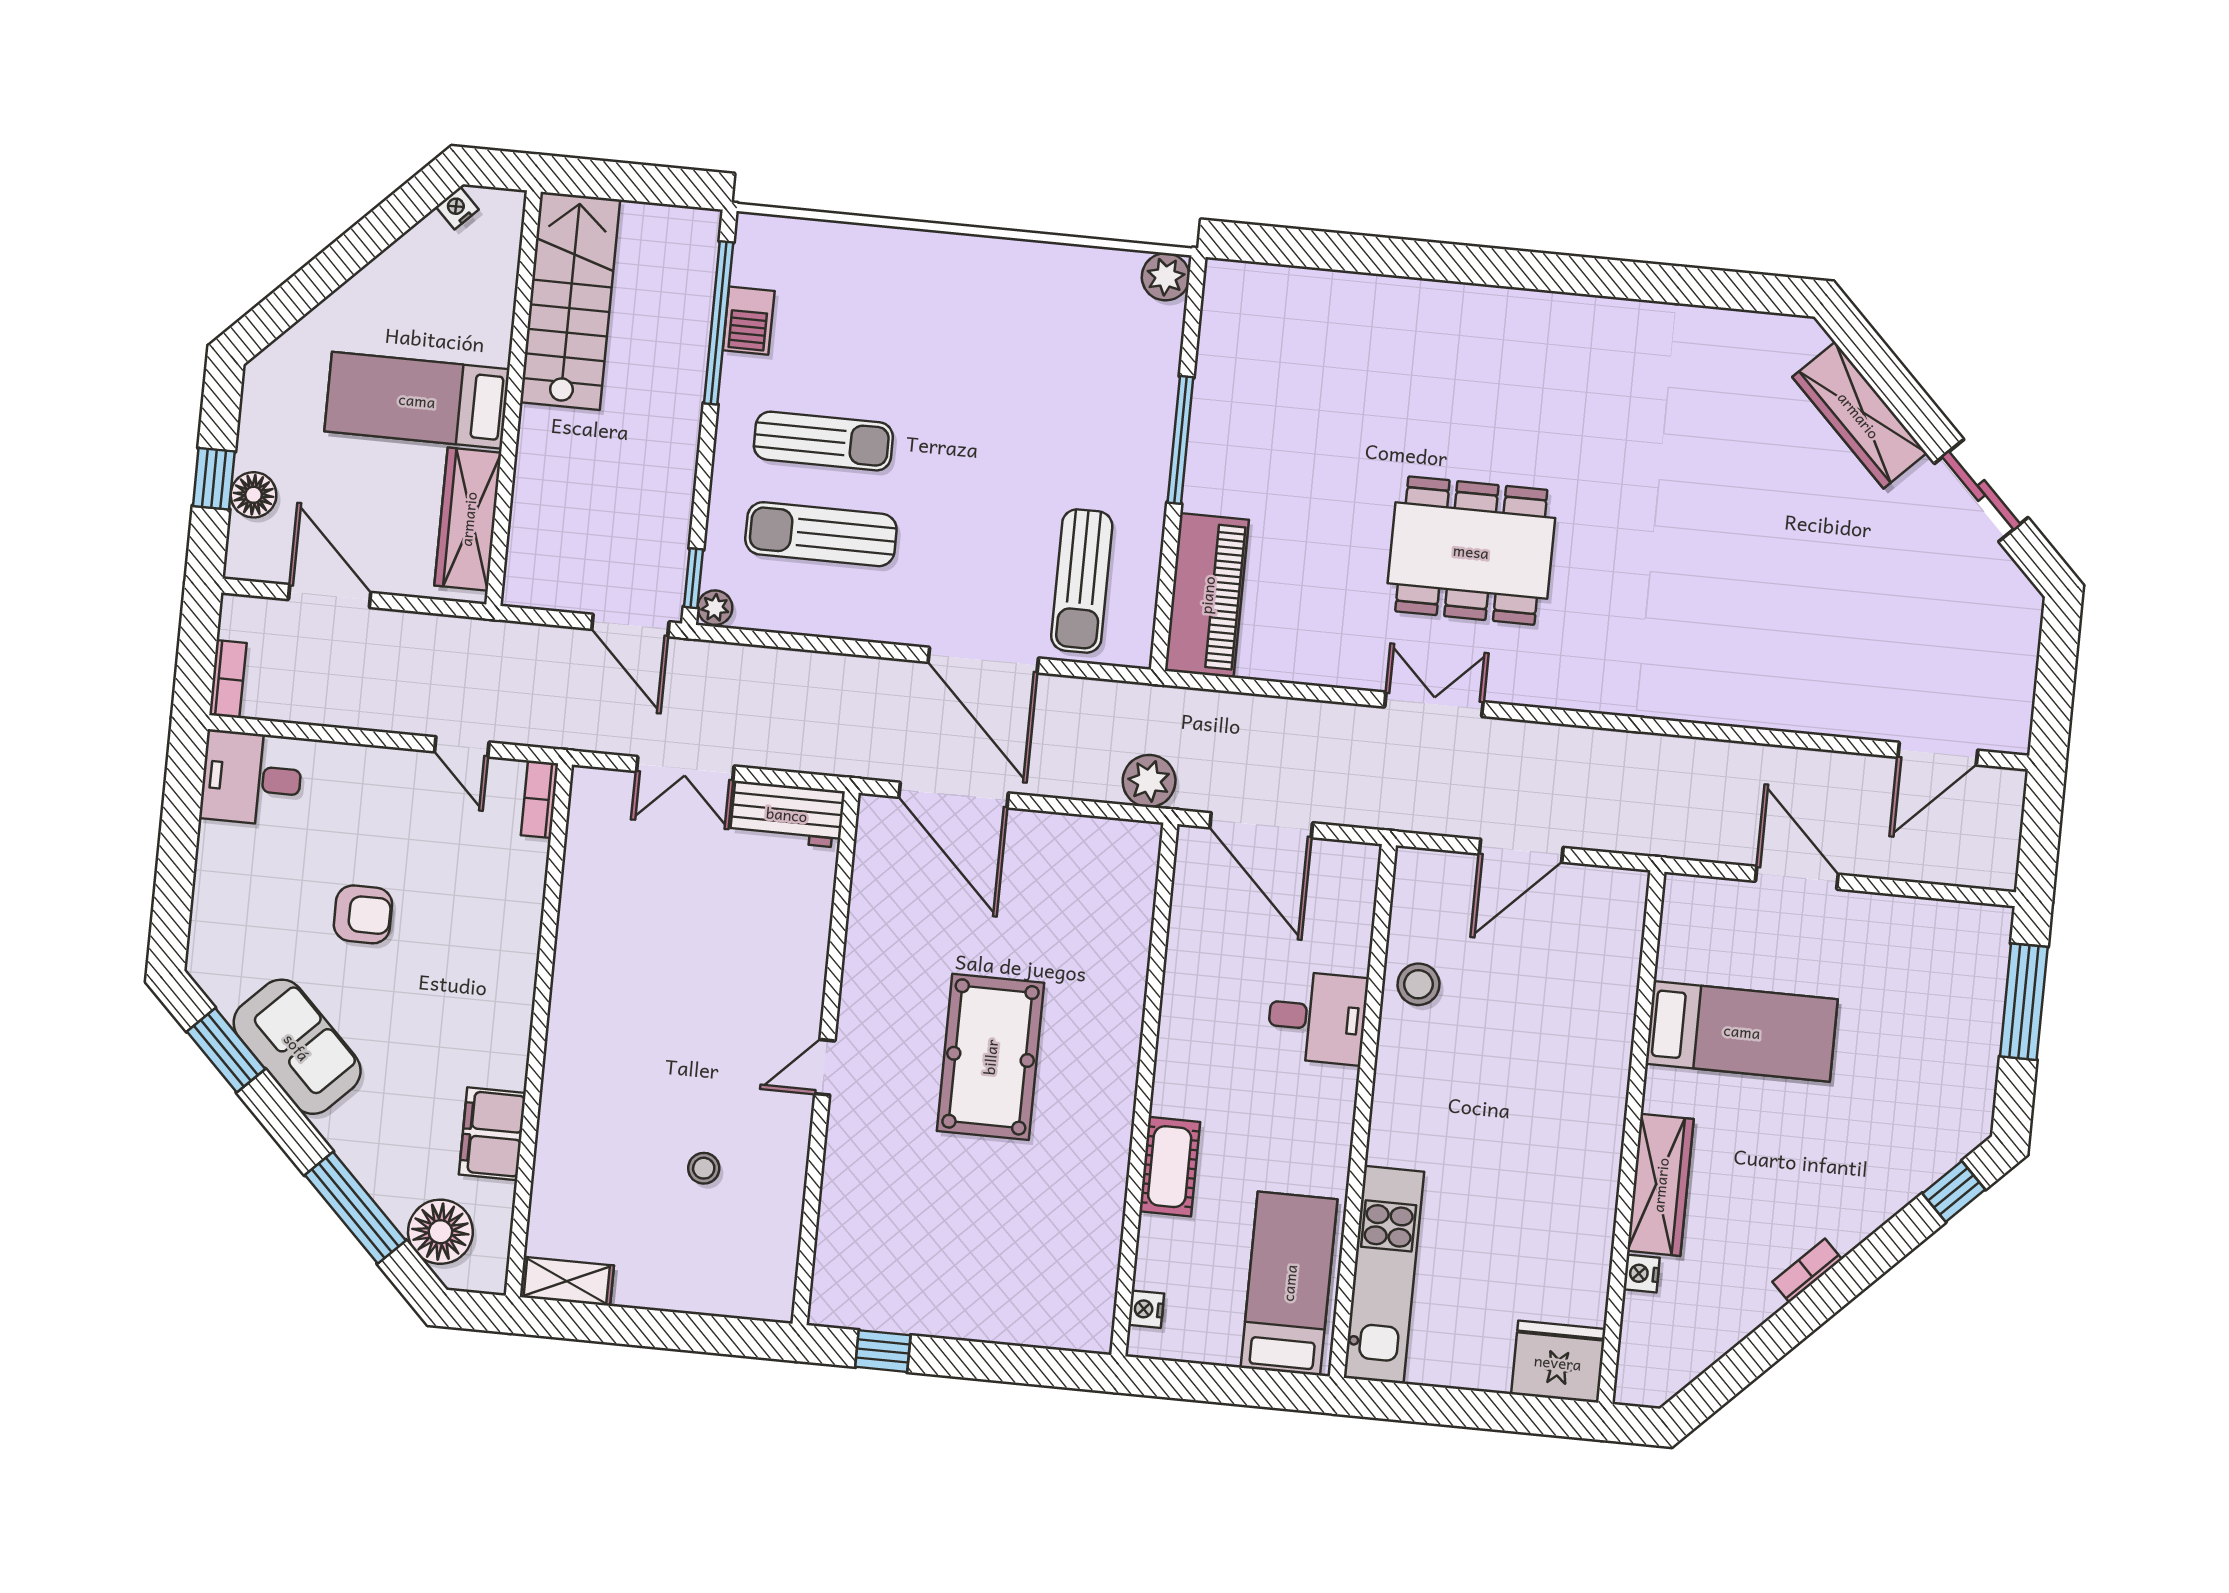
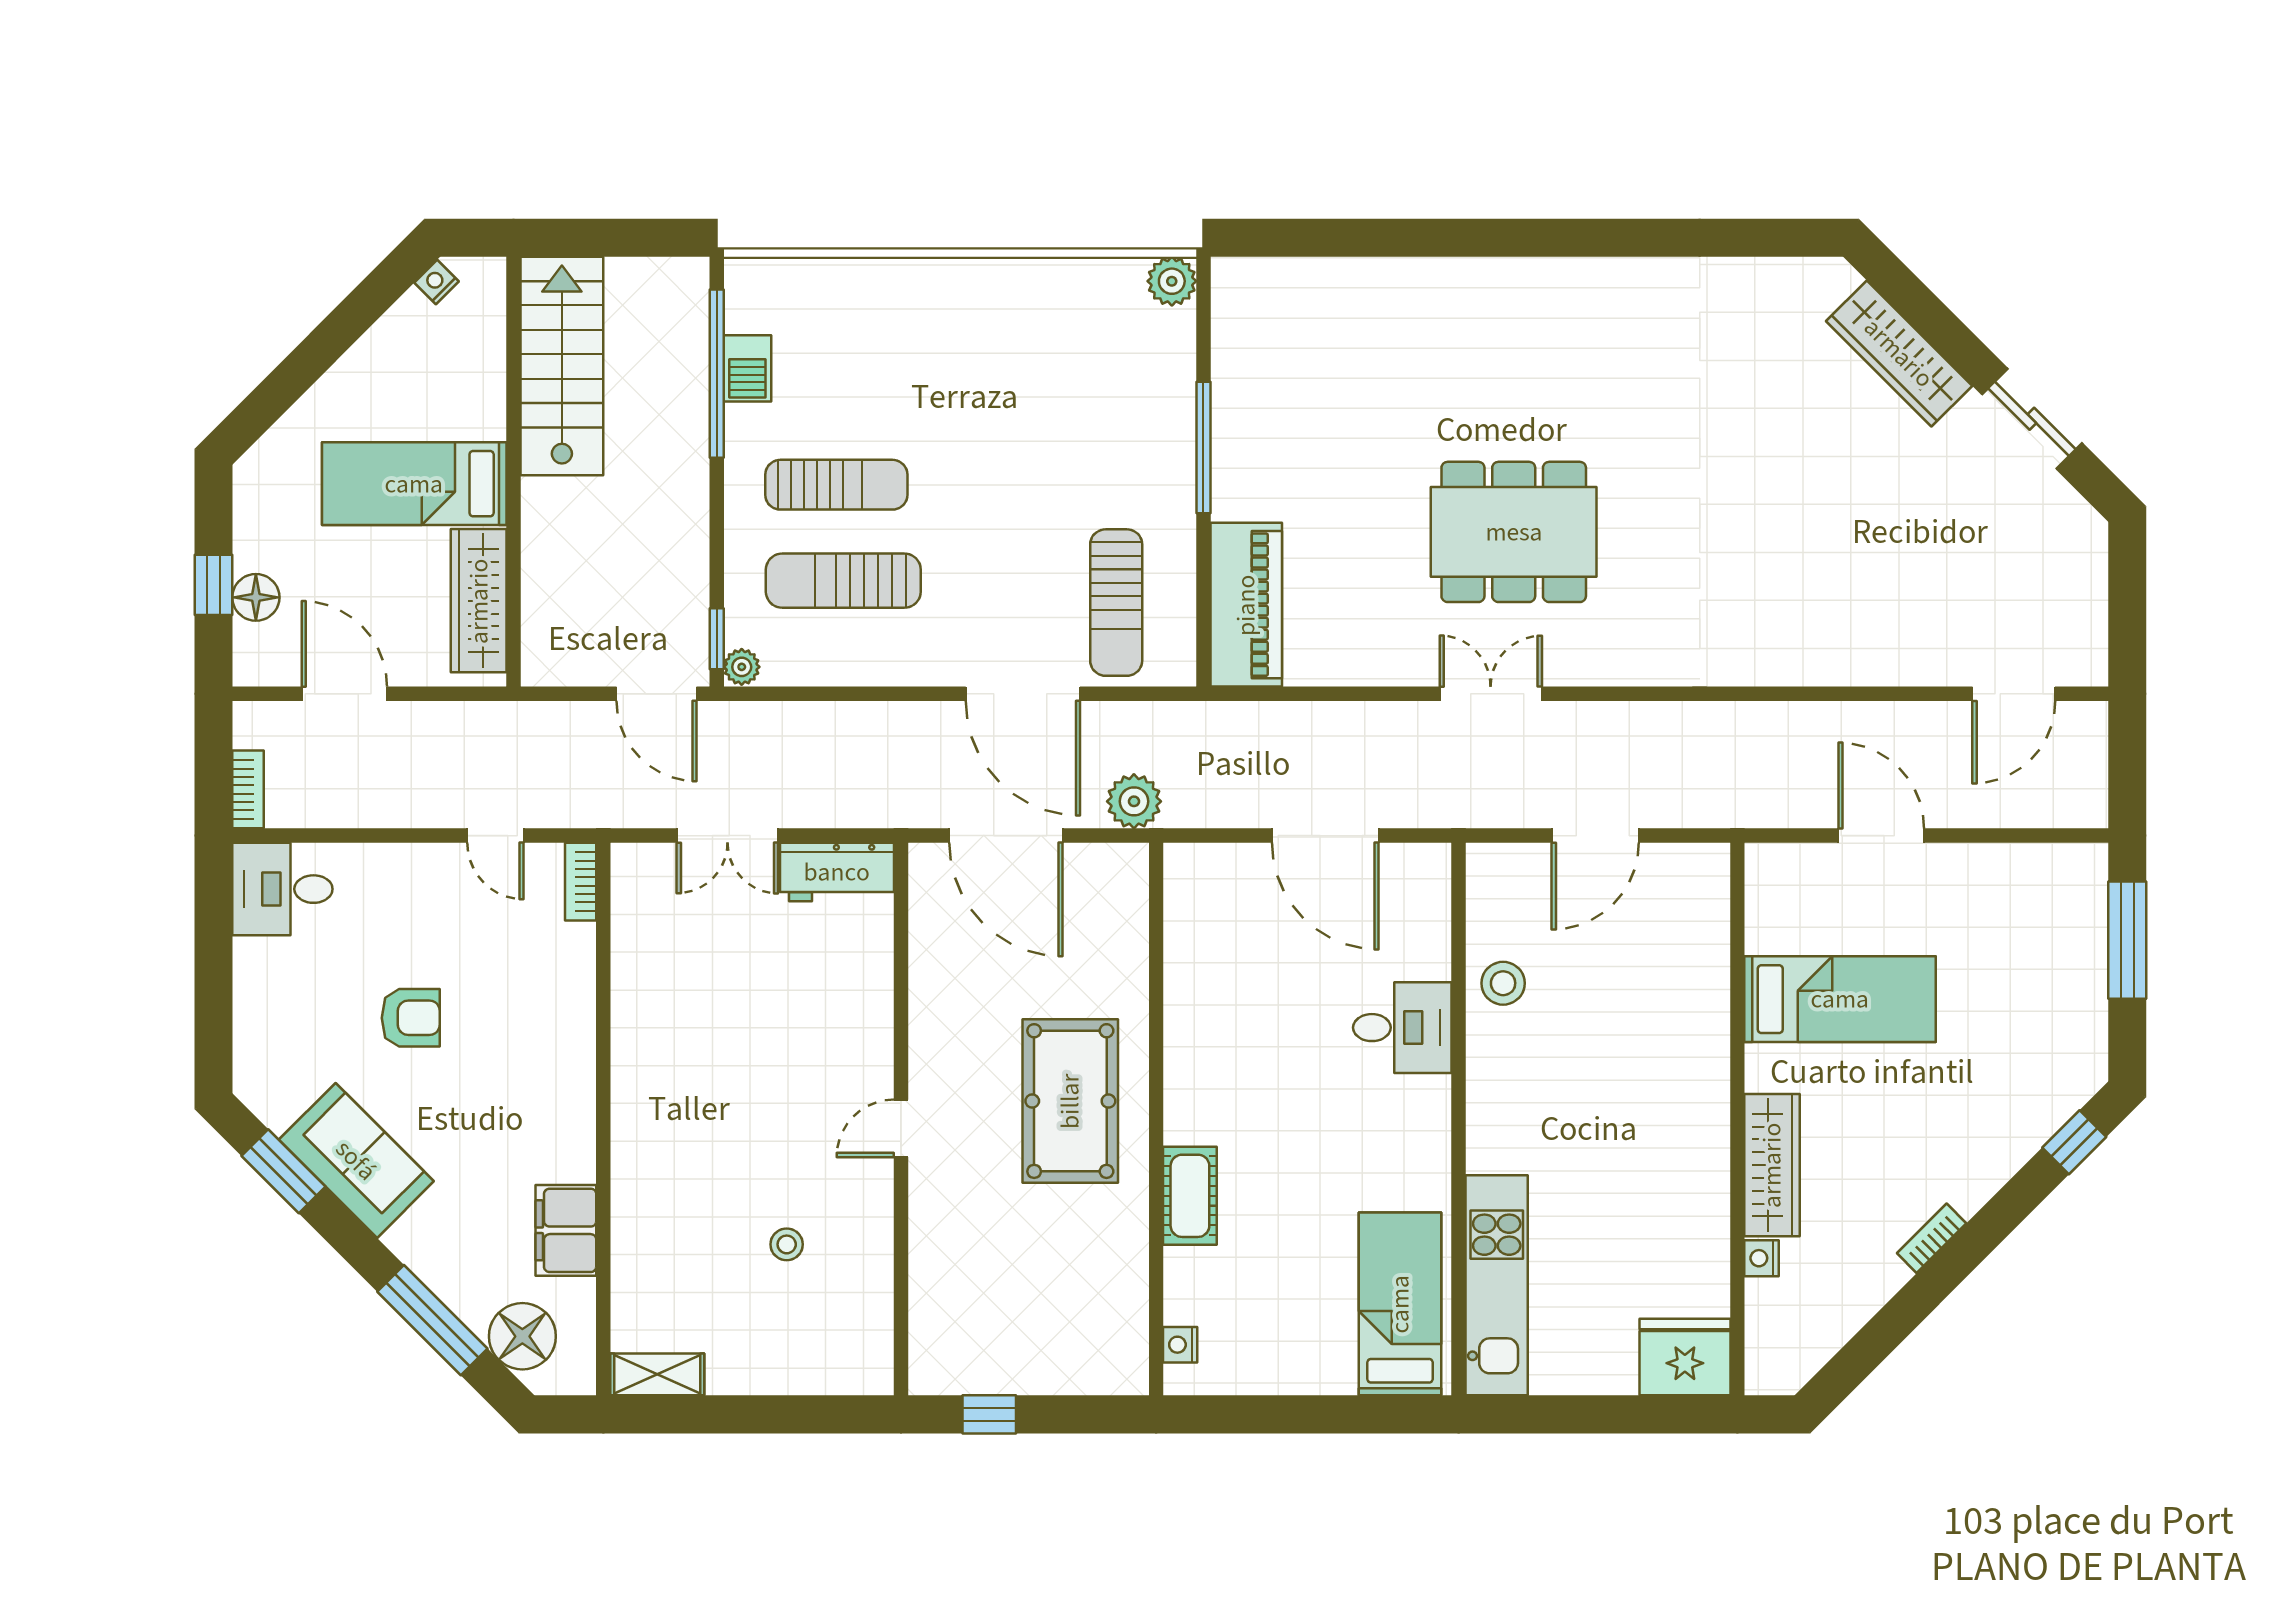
plant: (1149, 781) -> (1134, 801), moved
wall: (1144, 1090) -> (1156, 1119), moved
cot: (1170, 1167) -> (1190, 1196), moved
nightstand: (1146, 1309) -> (1180, 1345), moved

